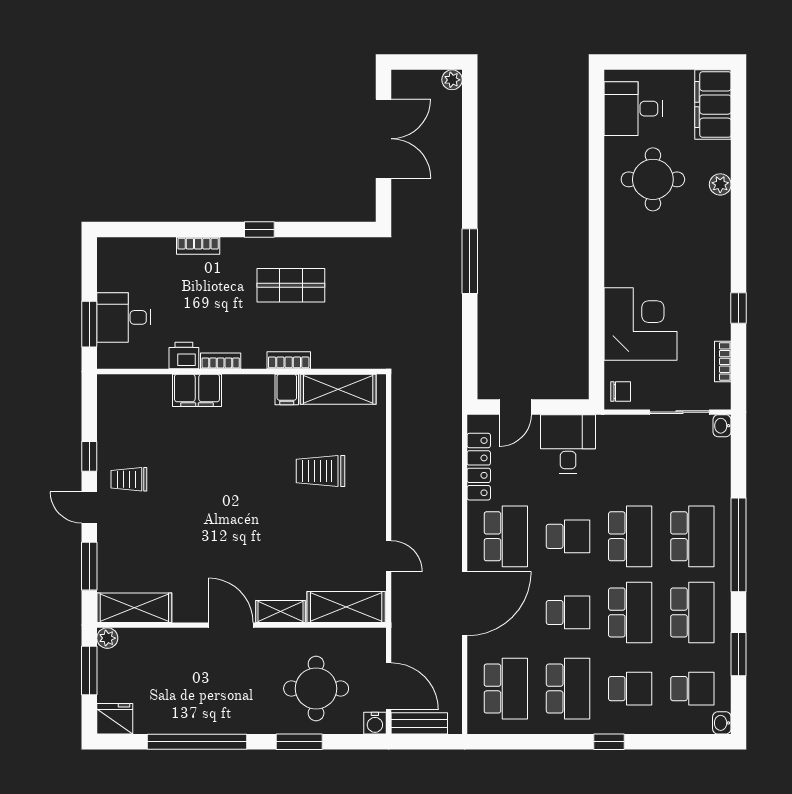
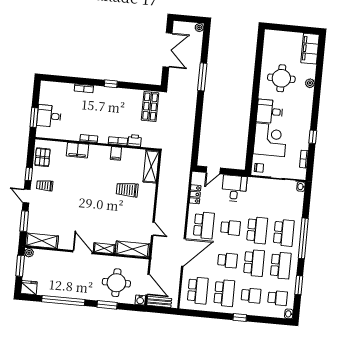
desk: (633, 109) -> (270, 111), moved
window: (470, 261) -> (202, 77), moved
shop shelf: (291, 285) -> (150, 107), moved, turned 90
printer: (184, 356) -> (135, 141), moved
shelving: (338, 389) -> (151, 166), moved, turned 90
pallet: (118, 414) -> (42, 157), added
locker: (479, 467) -> (195, 194), width x0.66

